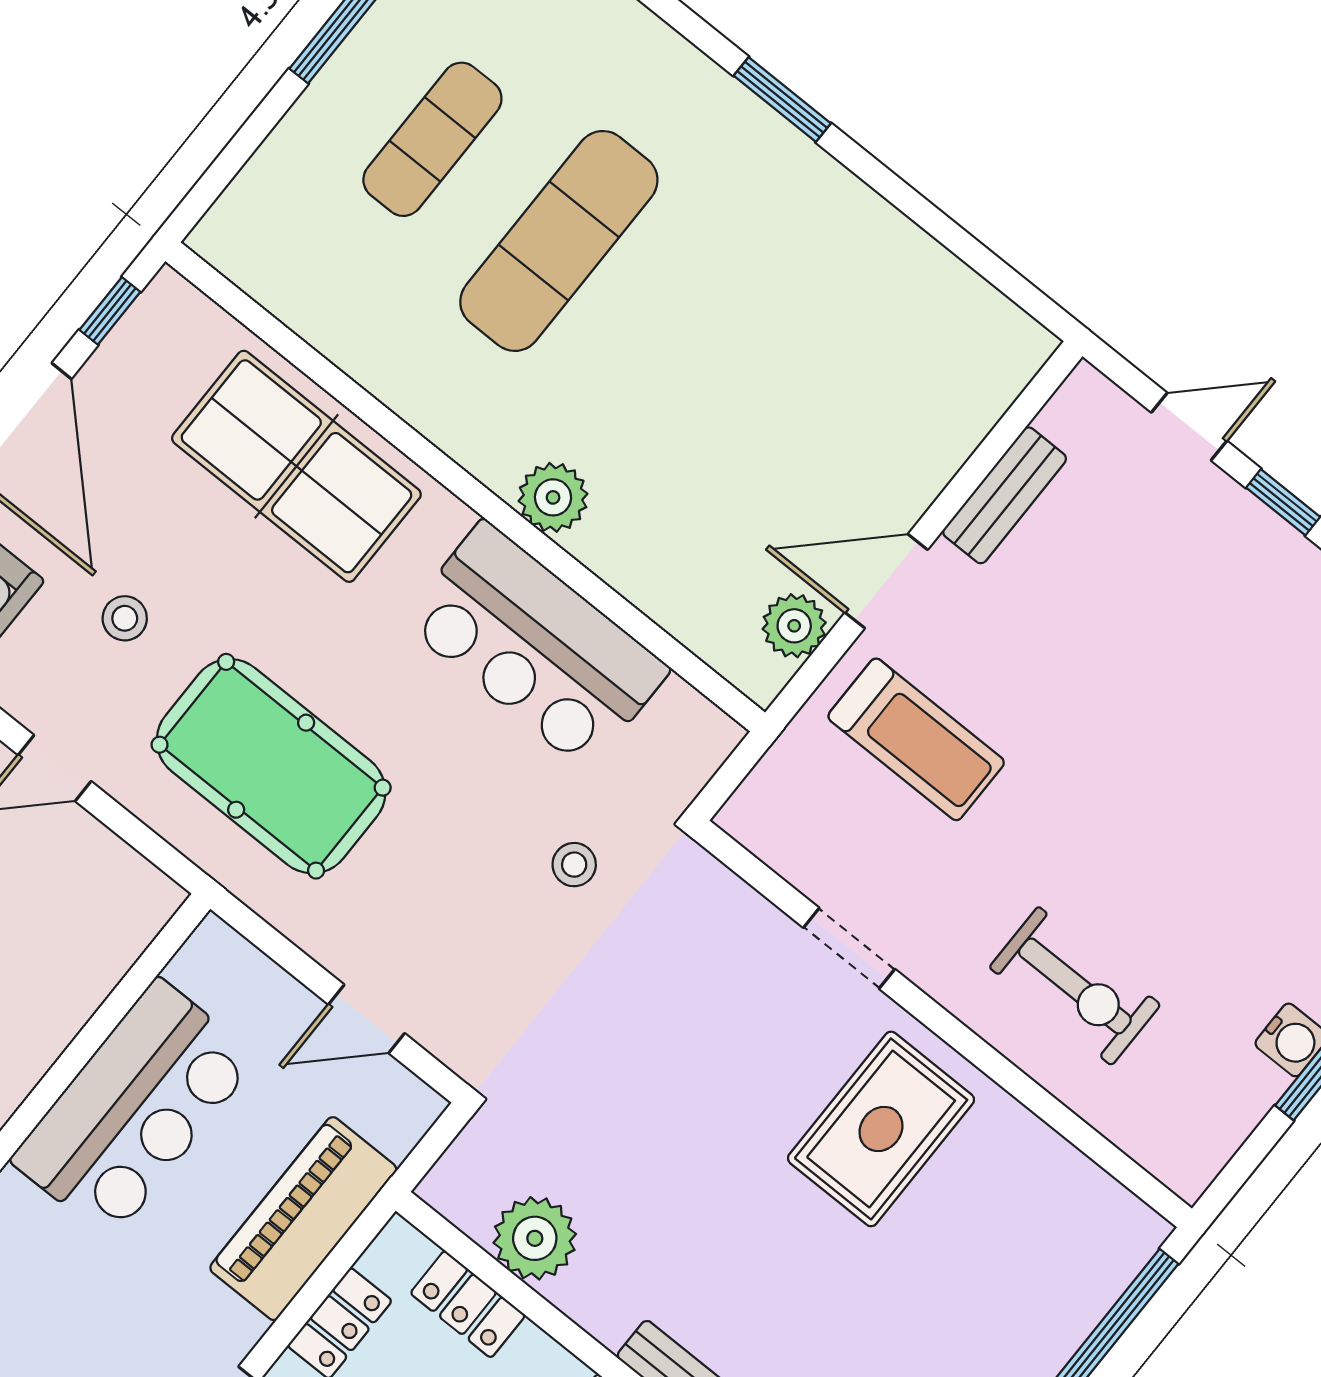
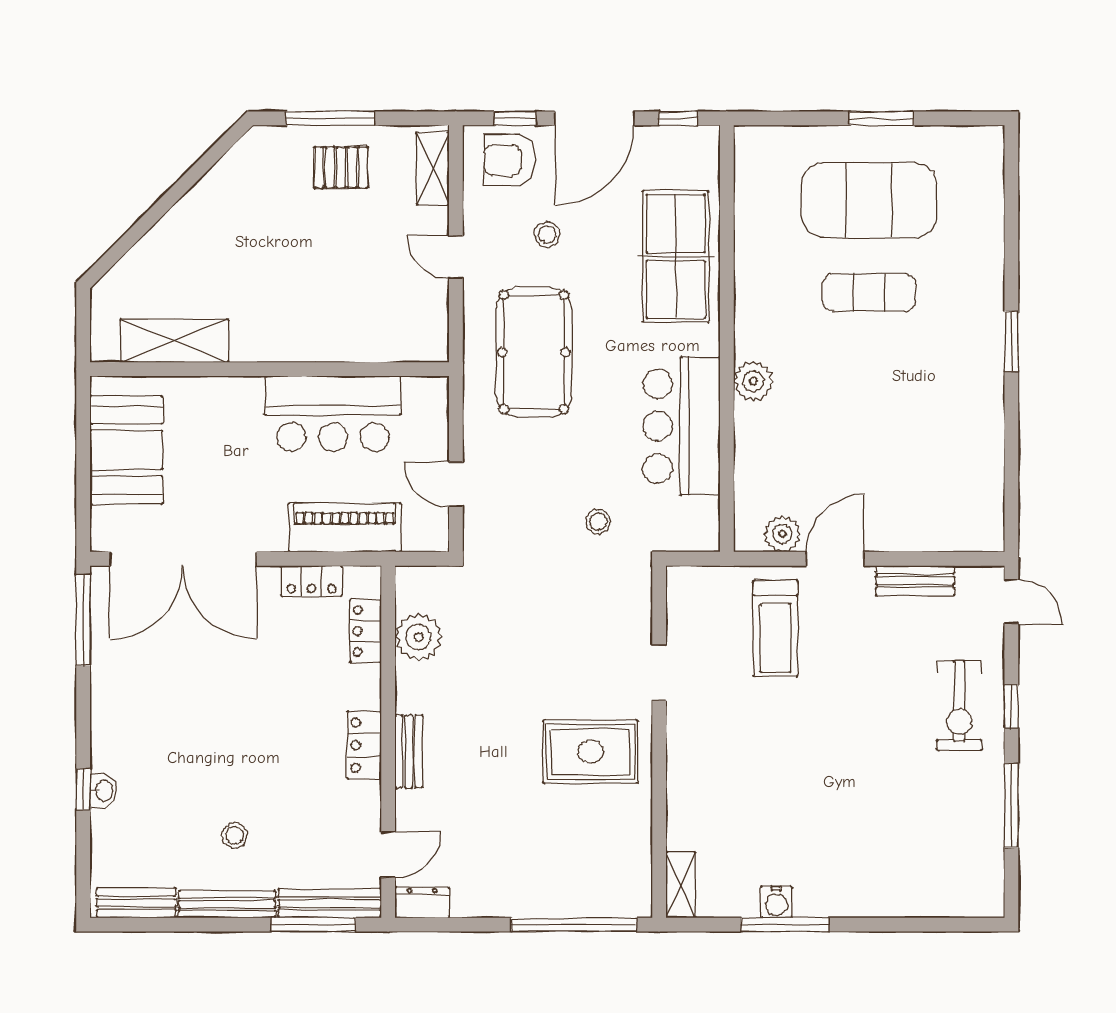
exercise mat: (432, 139) -> (869, 200), width x2.00, depth x1.45
exercise mat: (559, 241) -> (869, 292), width x0.73, depth x0.69
door: (1189, 427) -> (1011, 602), moved
door: (886, 581) -> (835, 559), hinge flipped
exercise bike: (1075, 986) -> (959, 705), moved
shelving: (1163, 1152) -> (681, 885), added

